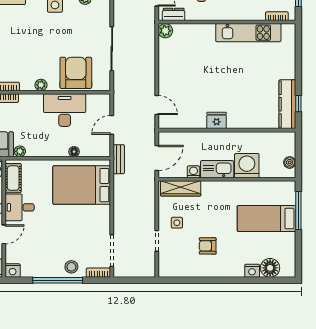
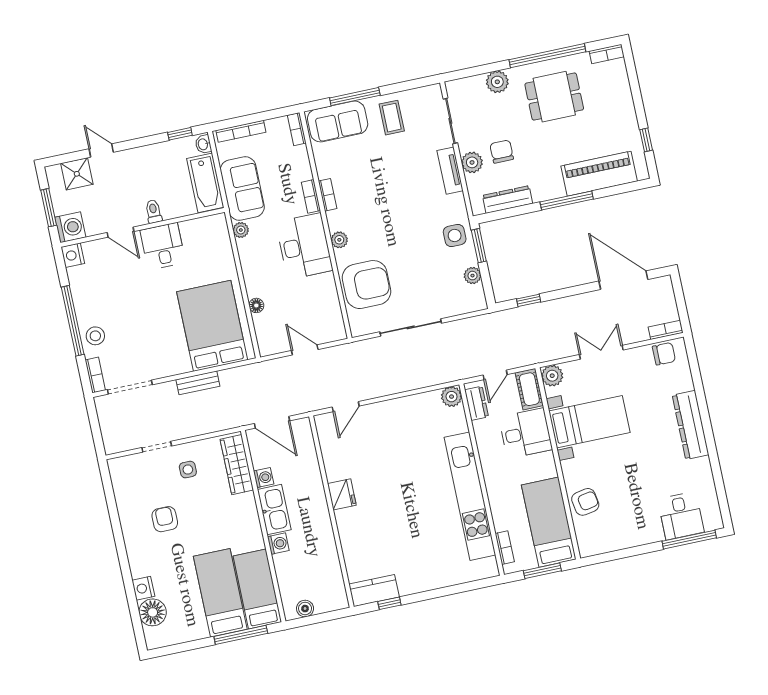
kitchen unit: (248, 33) -> (470, 496), width x1.36
kitchen counter: (287, 104) -> (374, 591), width x0.67
desk: (65, 110) -> (304, 246), moved
bench: (119, 159) -> (198, 383), moved
washing machine: (247, 166) -> (278, 544), width x0.53, depth x0.53
cot: (13, 178) -> (202, 229), removed
bed: (269, 192) -> (257, 589), added

